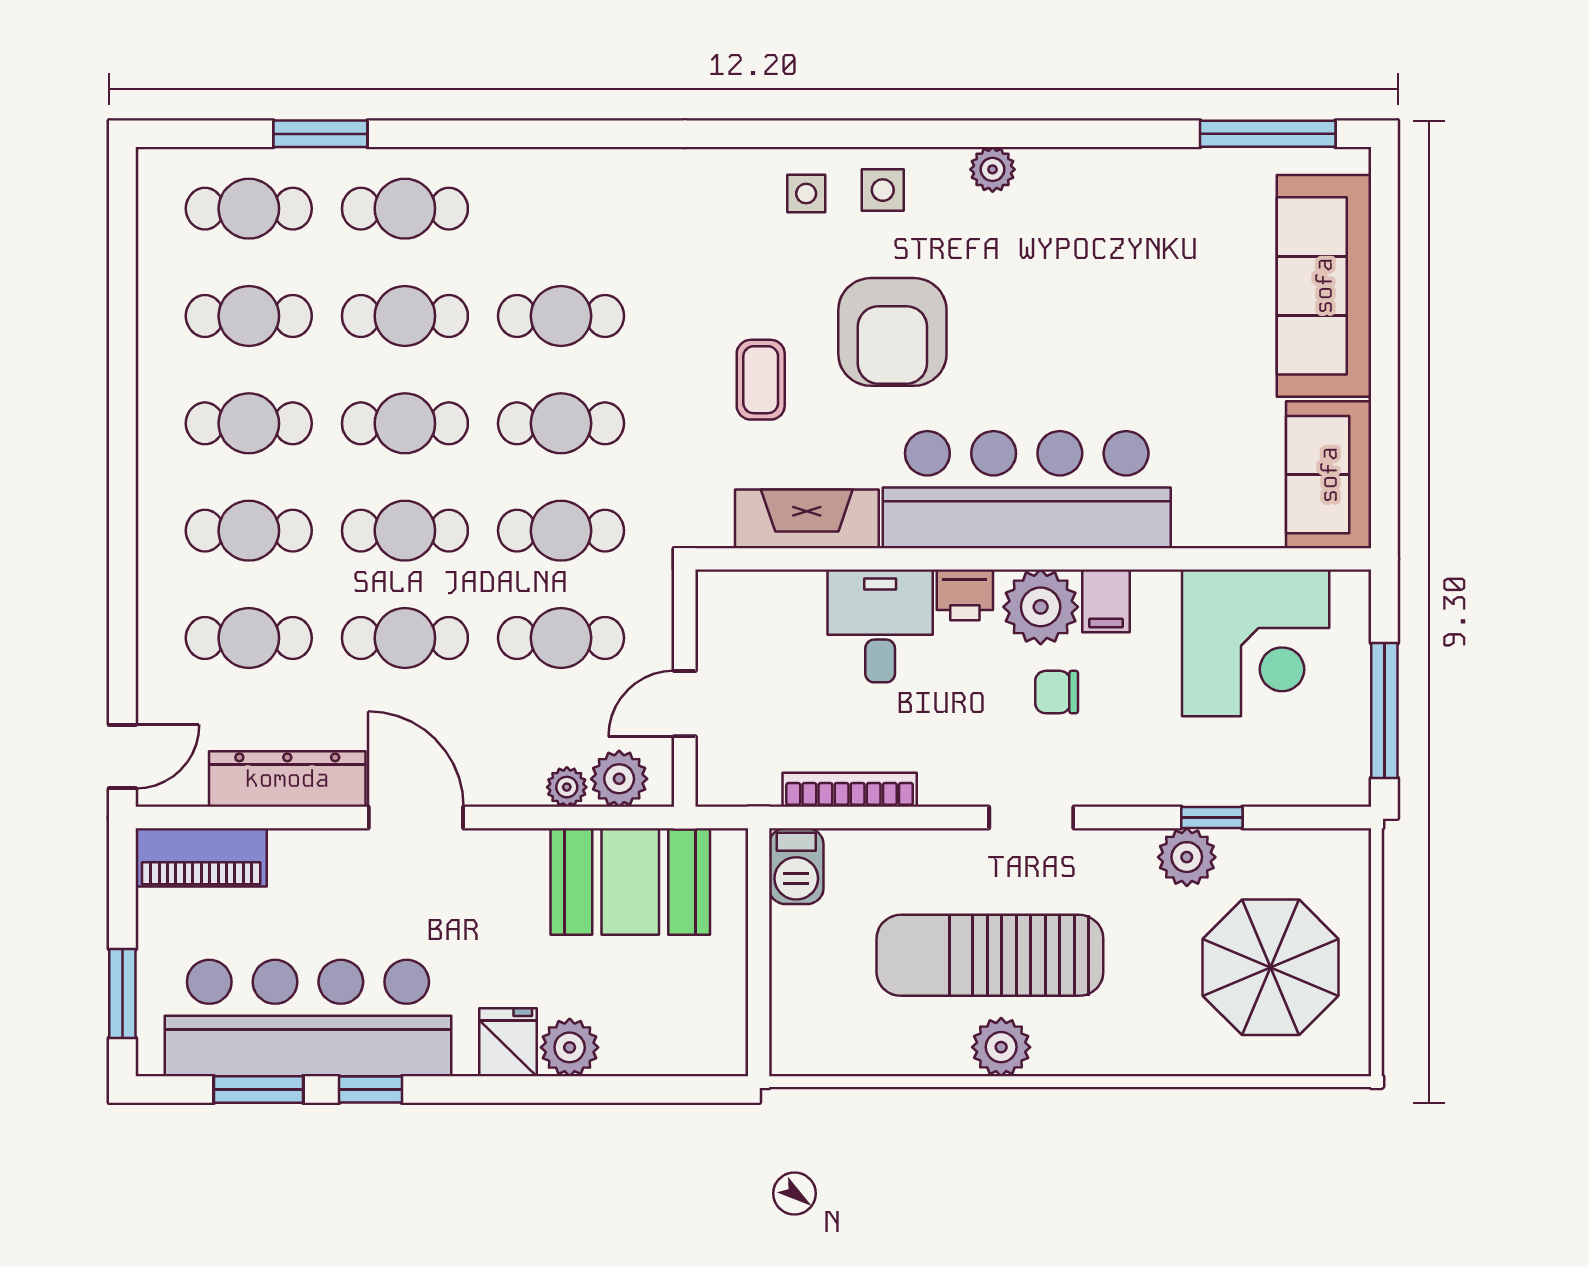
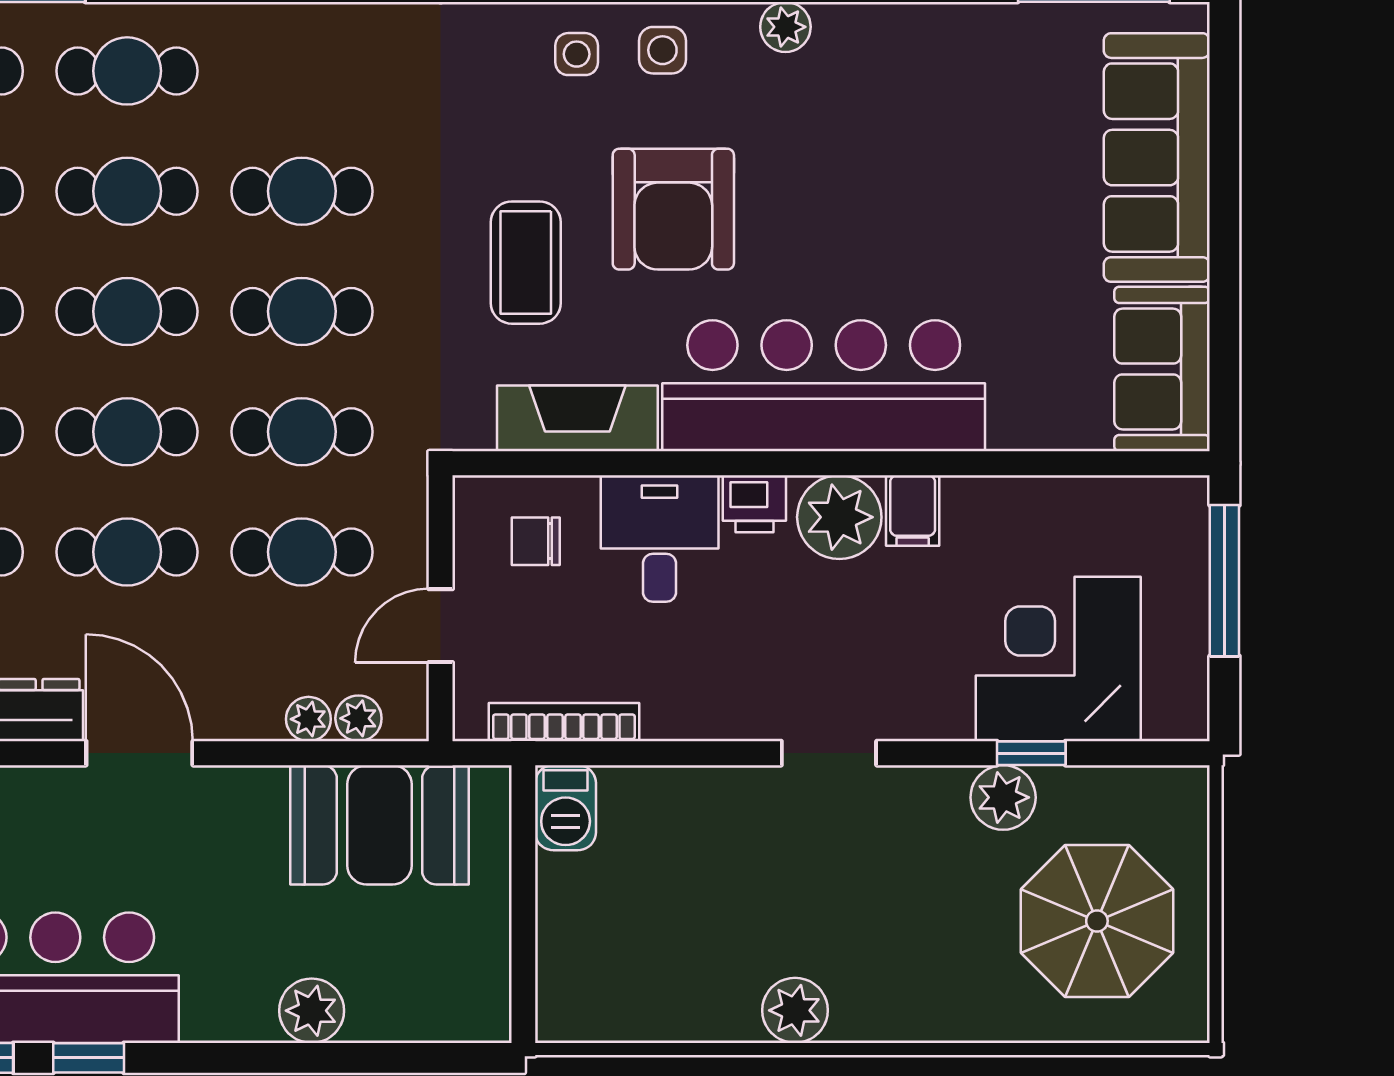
coffee table: (761, 380) -> (526, 263), width x1.36, depth x1.30
corner desk: (1256, 643) -> (1058, 659), moved, turned 180
chair: (1057, 692) -> (536, 541), moved
window: (1384, 711) -> (1224, 581), moved
plant: (619, 779) -> (358, 718), width x0.73, depth x0.73
bookcase: (850, 790) -> (564, 722), moved
sun lounger: (990, 955) -> (782, 908), removed
fridge: (508, 1042) -> (242, 1005), removed

